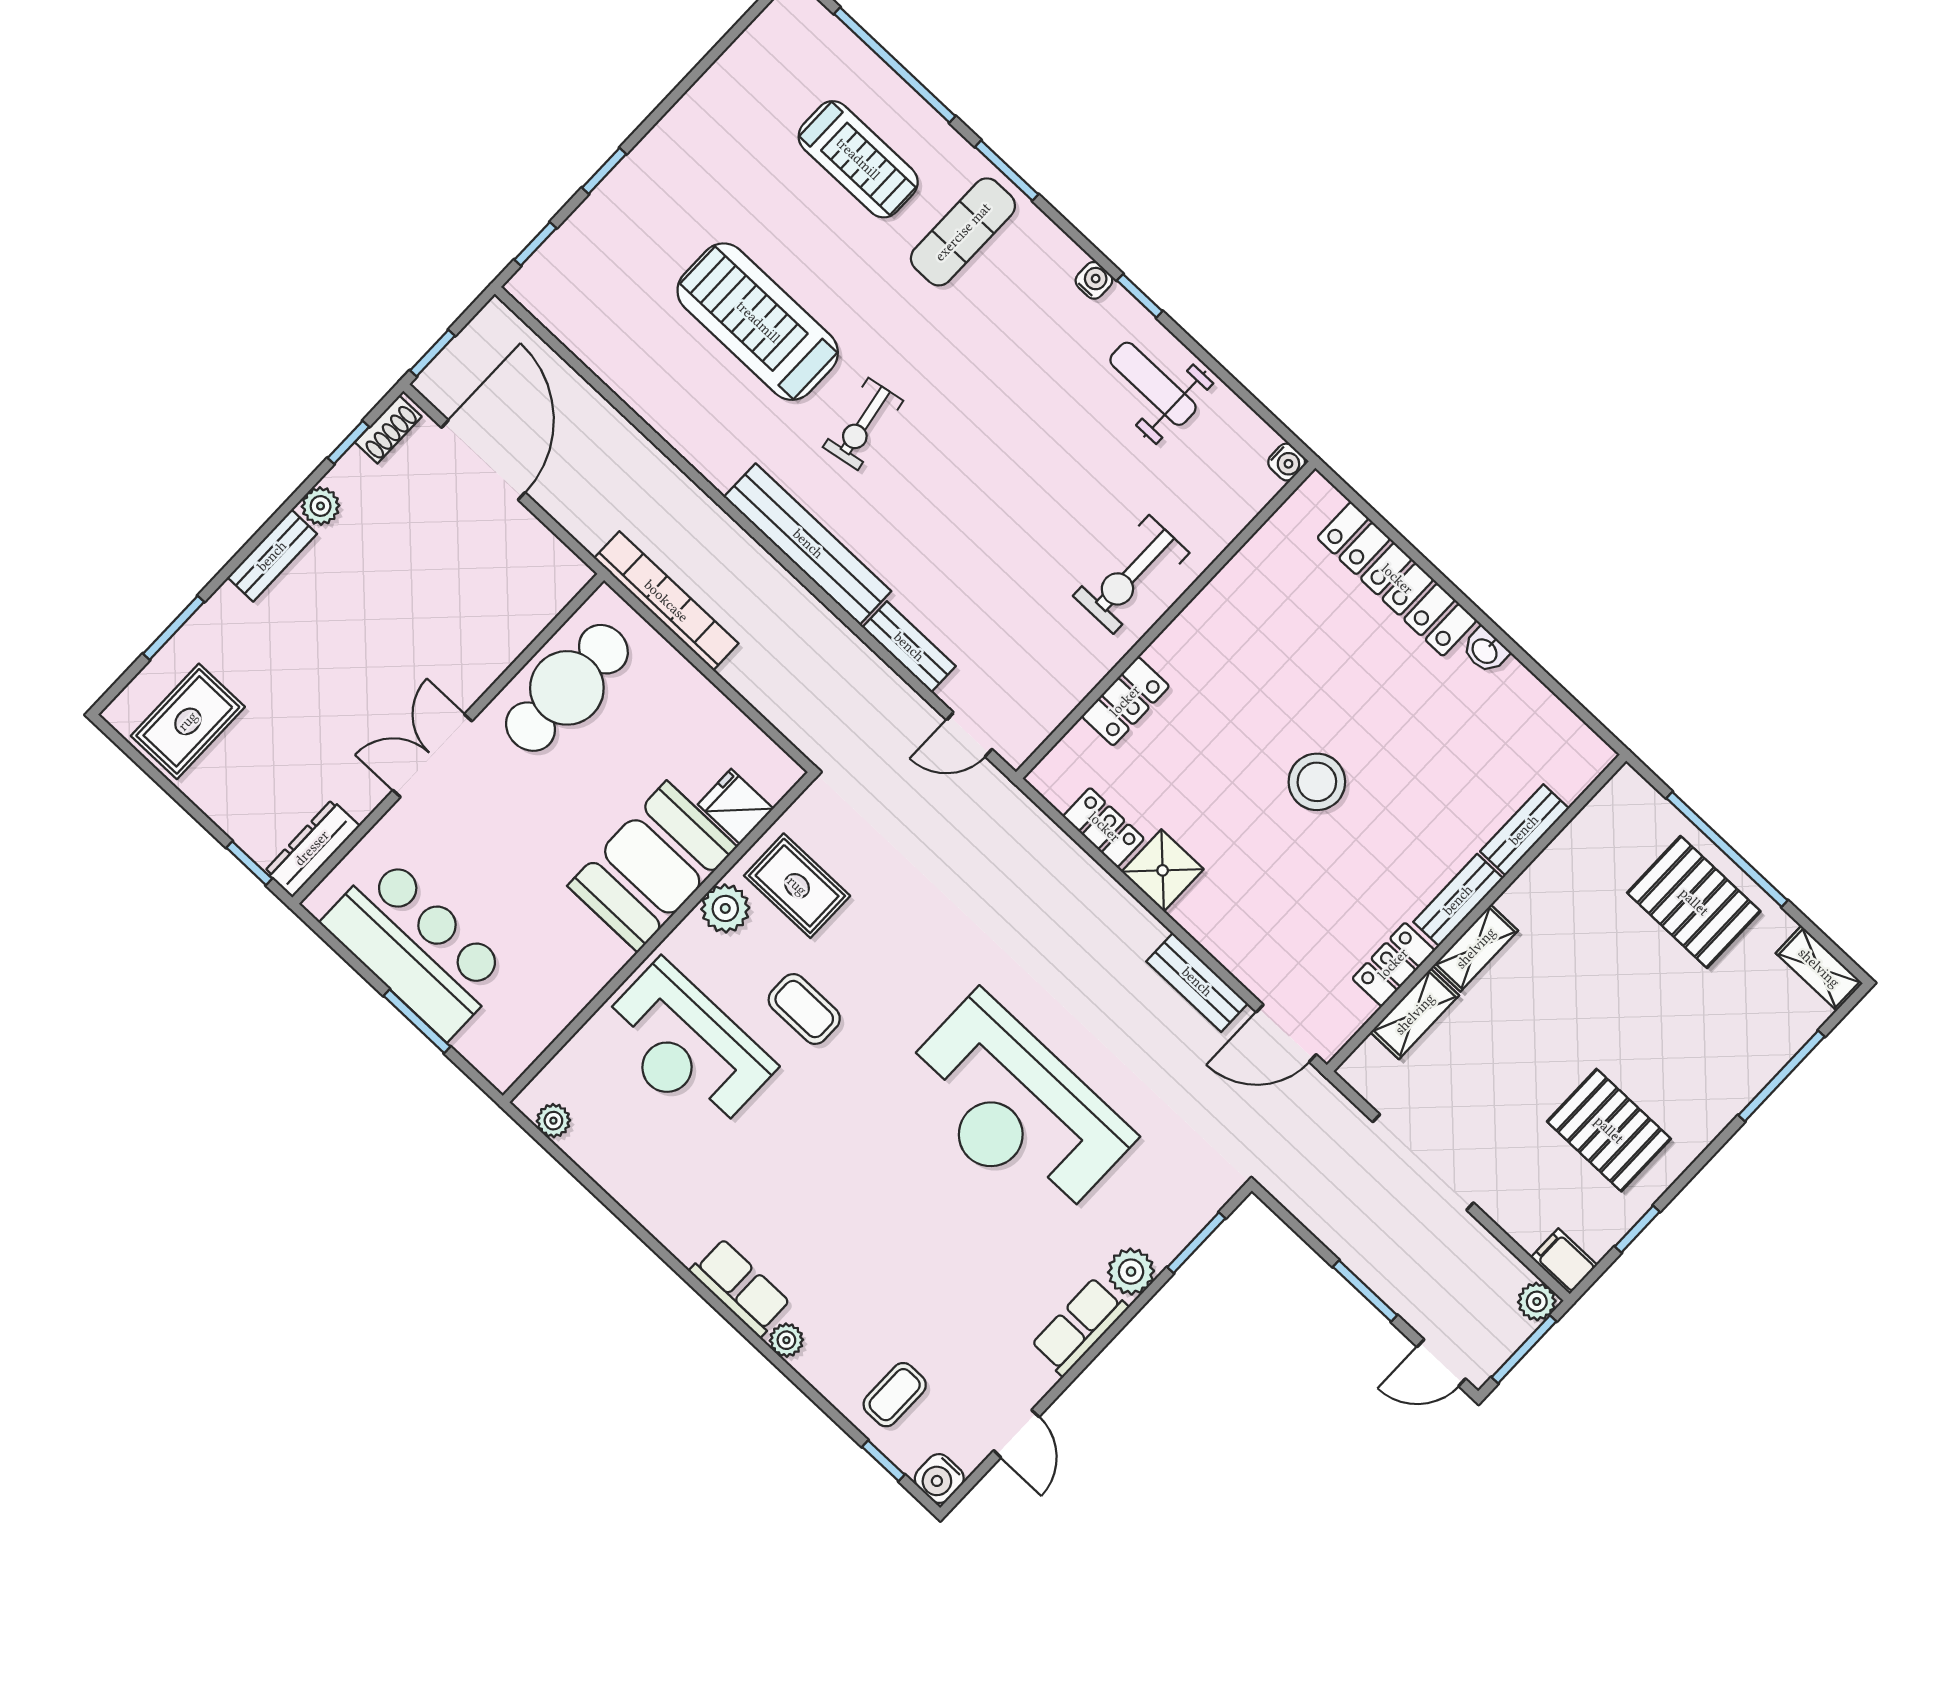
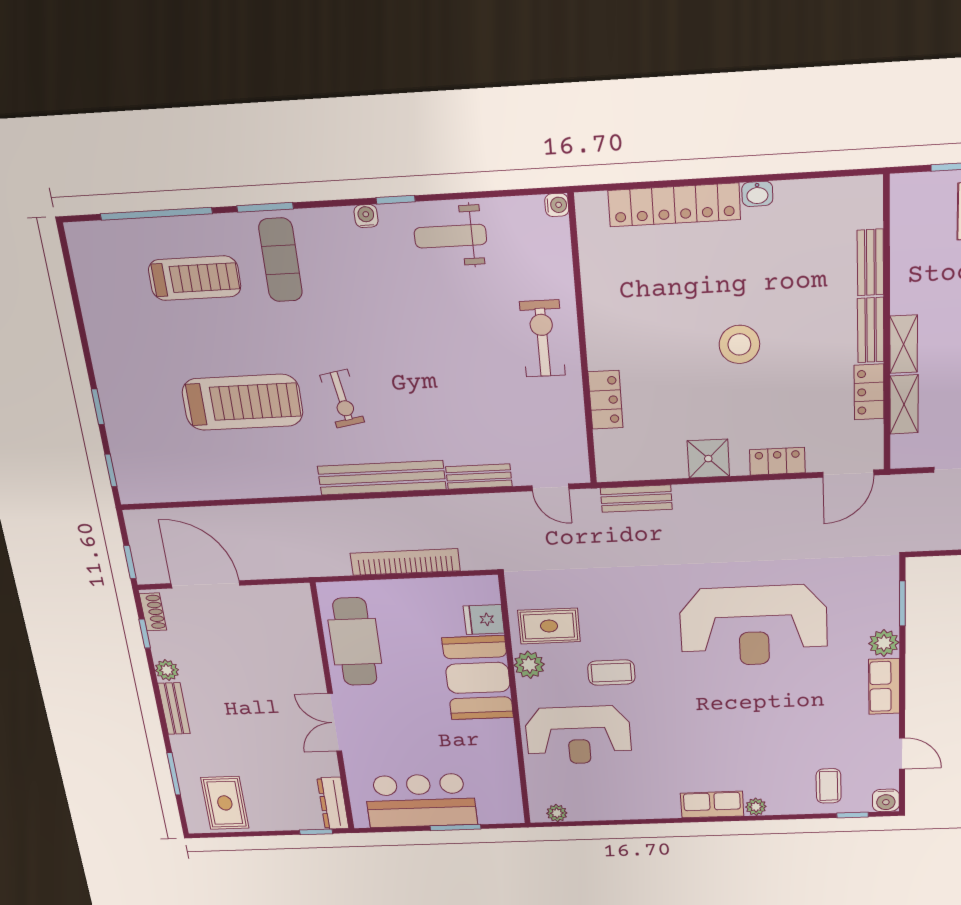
treadmill: (758, 322) -> (243, 402), turned 180
exercise bike: (1131, 574) -> (542, 339), turned 180
bookcase: (666, 601) -> (405, 562), moved
door: (969, 734) -> (550, 487), hinge flipped
locker: (1104, 827) -> (777, 461), moved
bench: (1197, 982) -> (636, 499), moved

